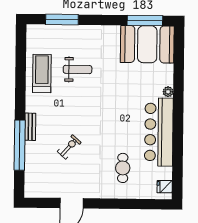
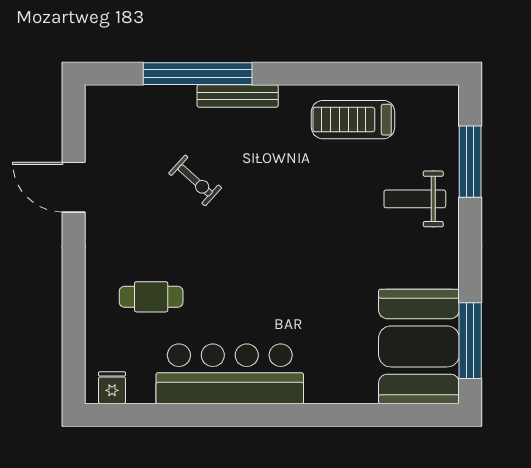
weight bench: (78, 69) -> (415, 199), moved, turned 90
treadmill: (42, 73) -> (353, 120), turned 180
plant: (168, 92) -> (317, 393), removed
bench: (30, 127) -> (238, 96), width x1.36

